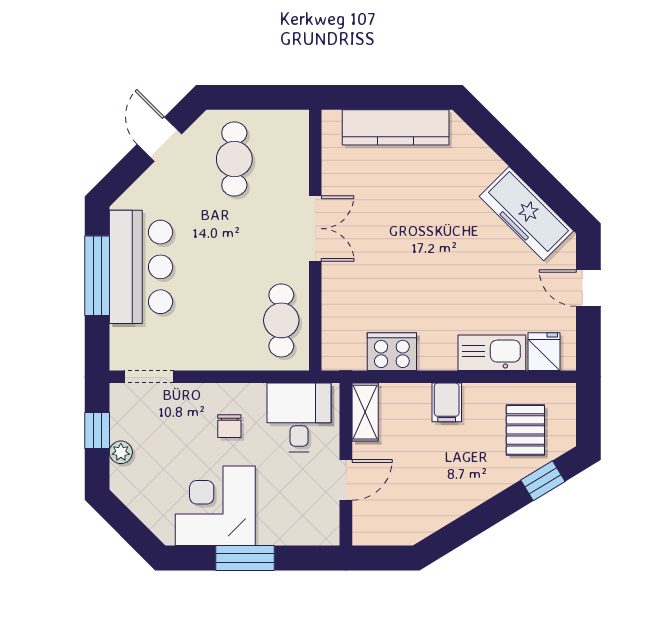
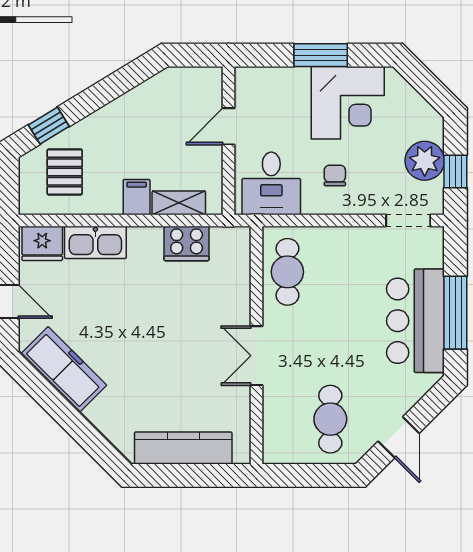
fridge: (544, 352) -> (42, 243), width x1.38
shelving: (365, 412) -> (179, 203), moved, turned 90
plant: (121, 452) -> (425, 161), width x1.88, depth x1.88

